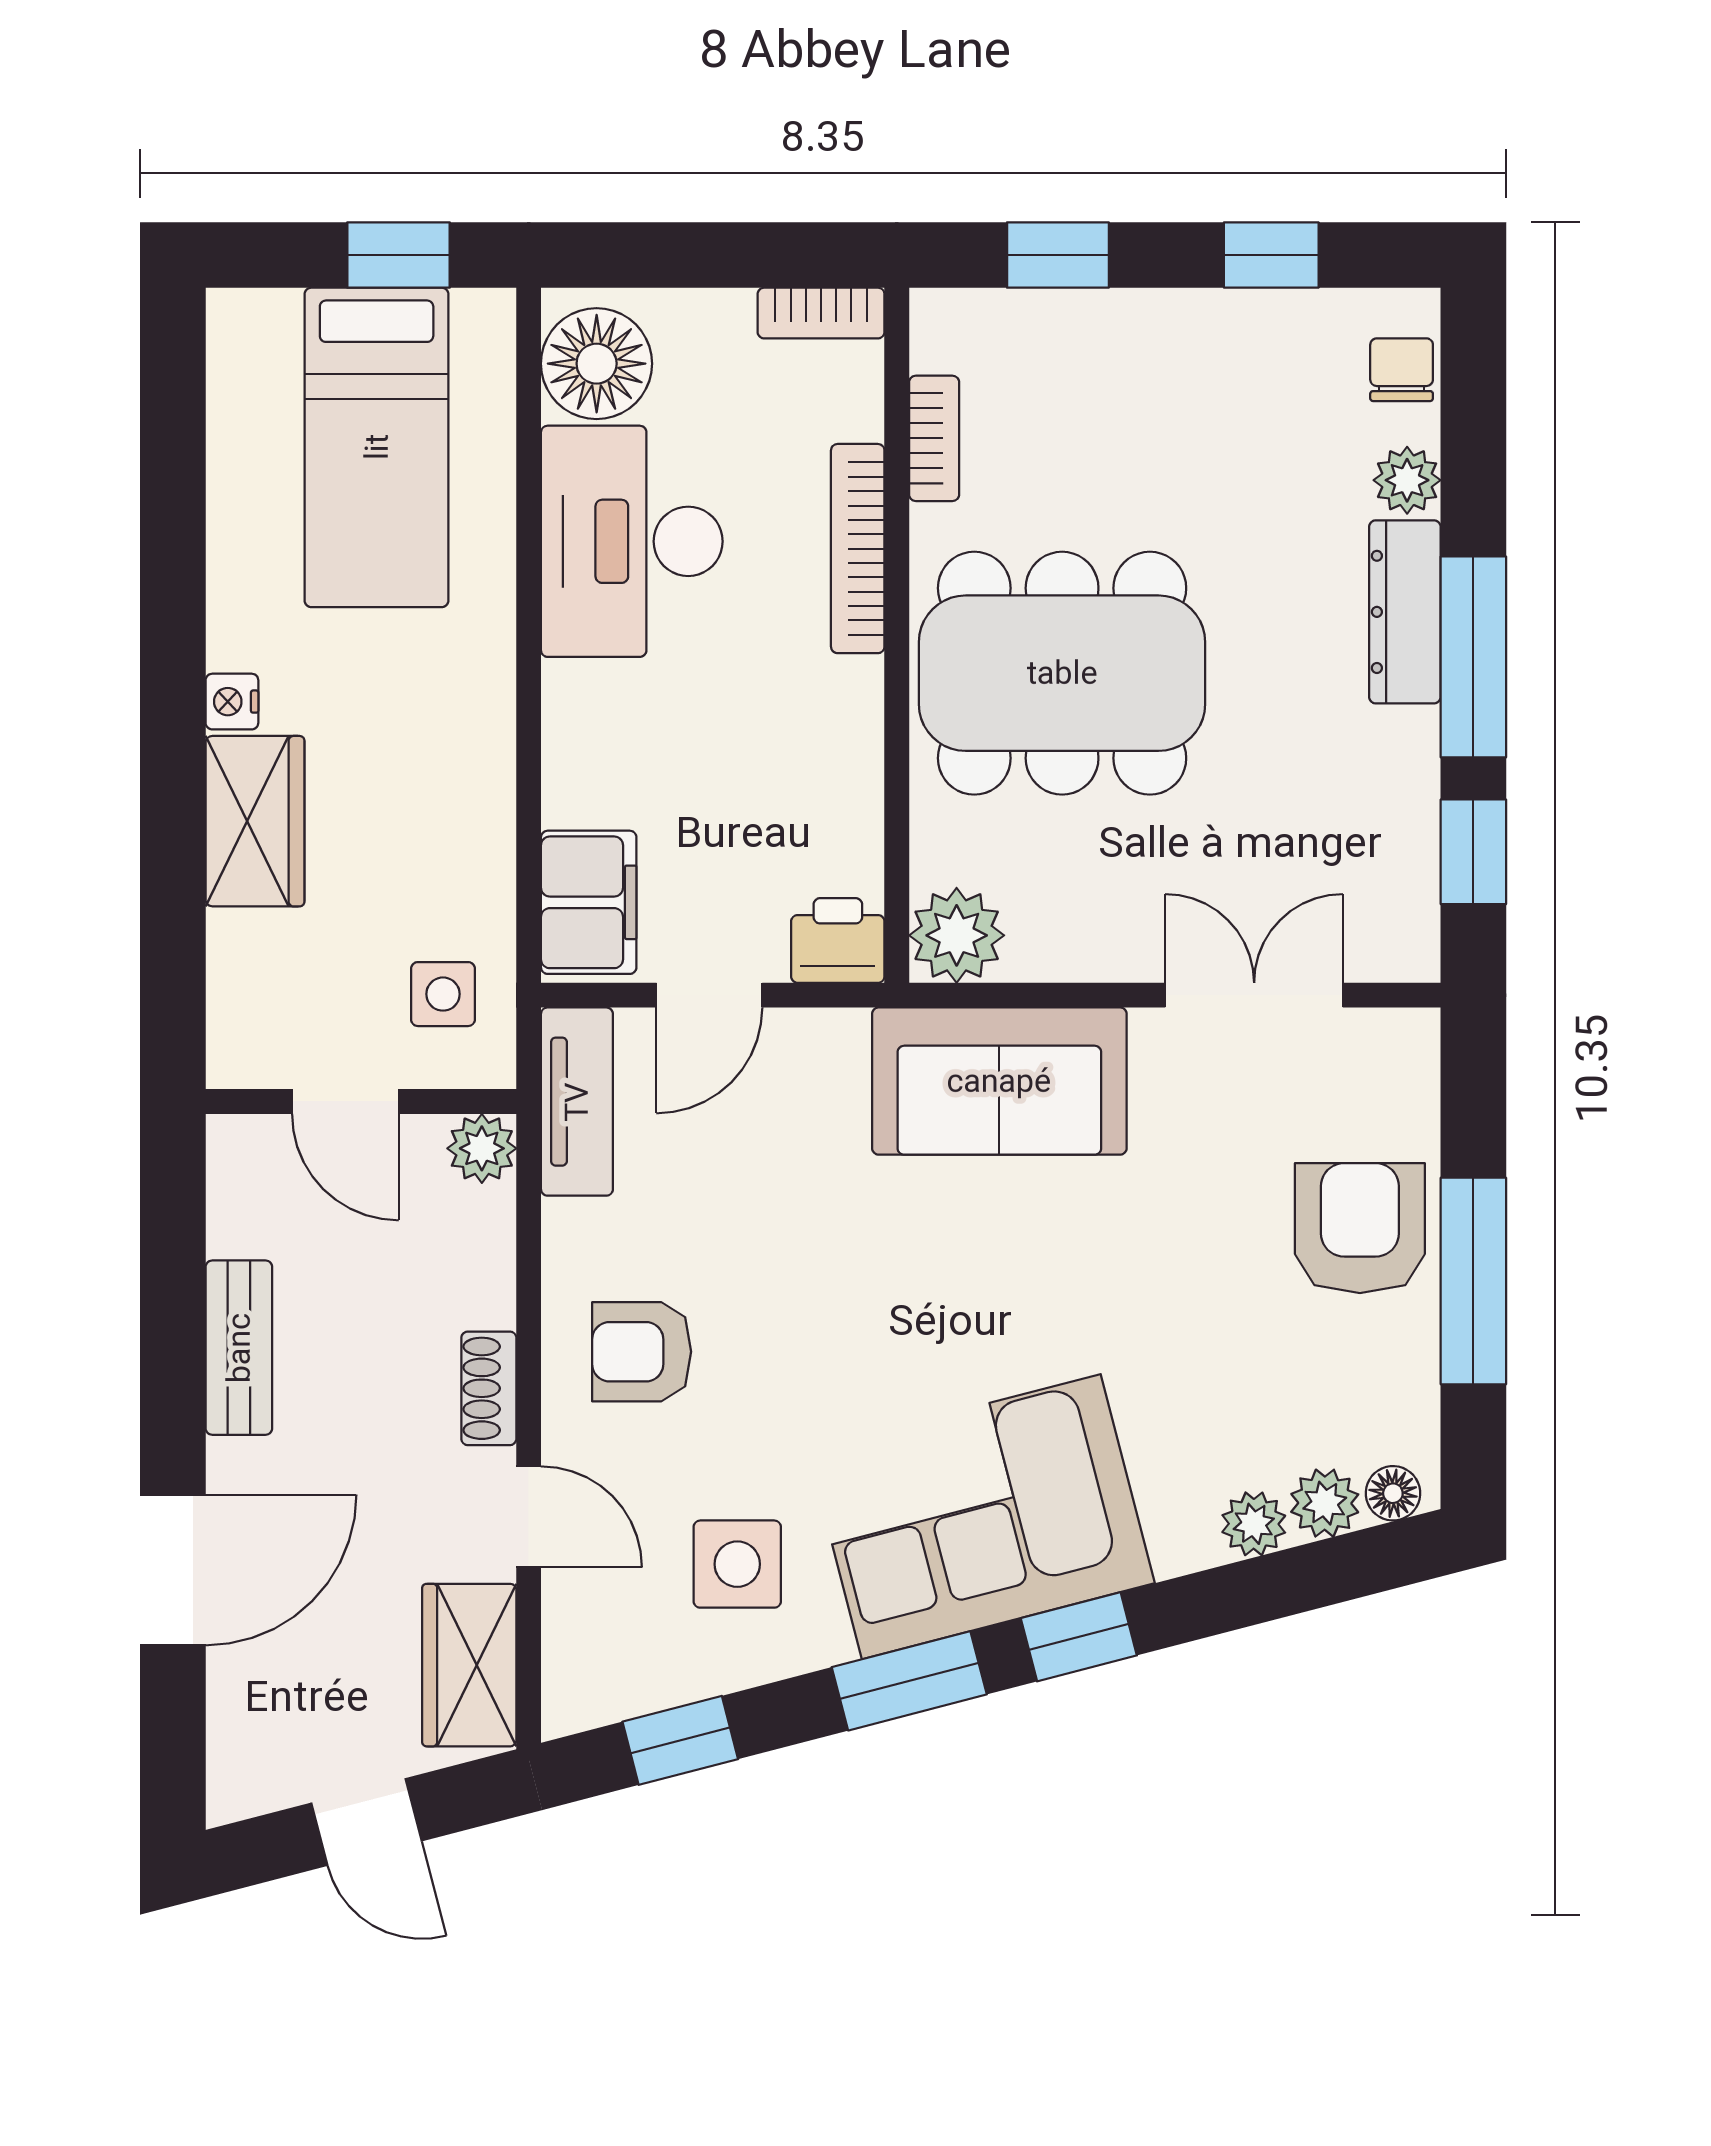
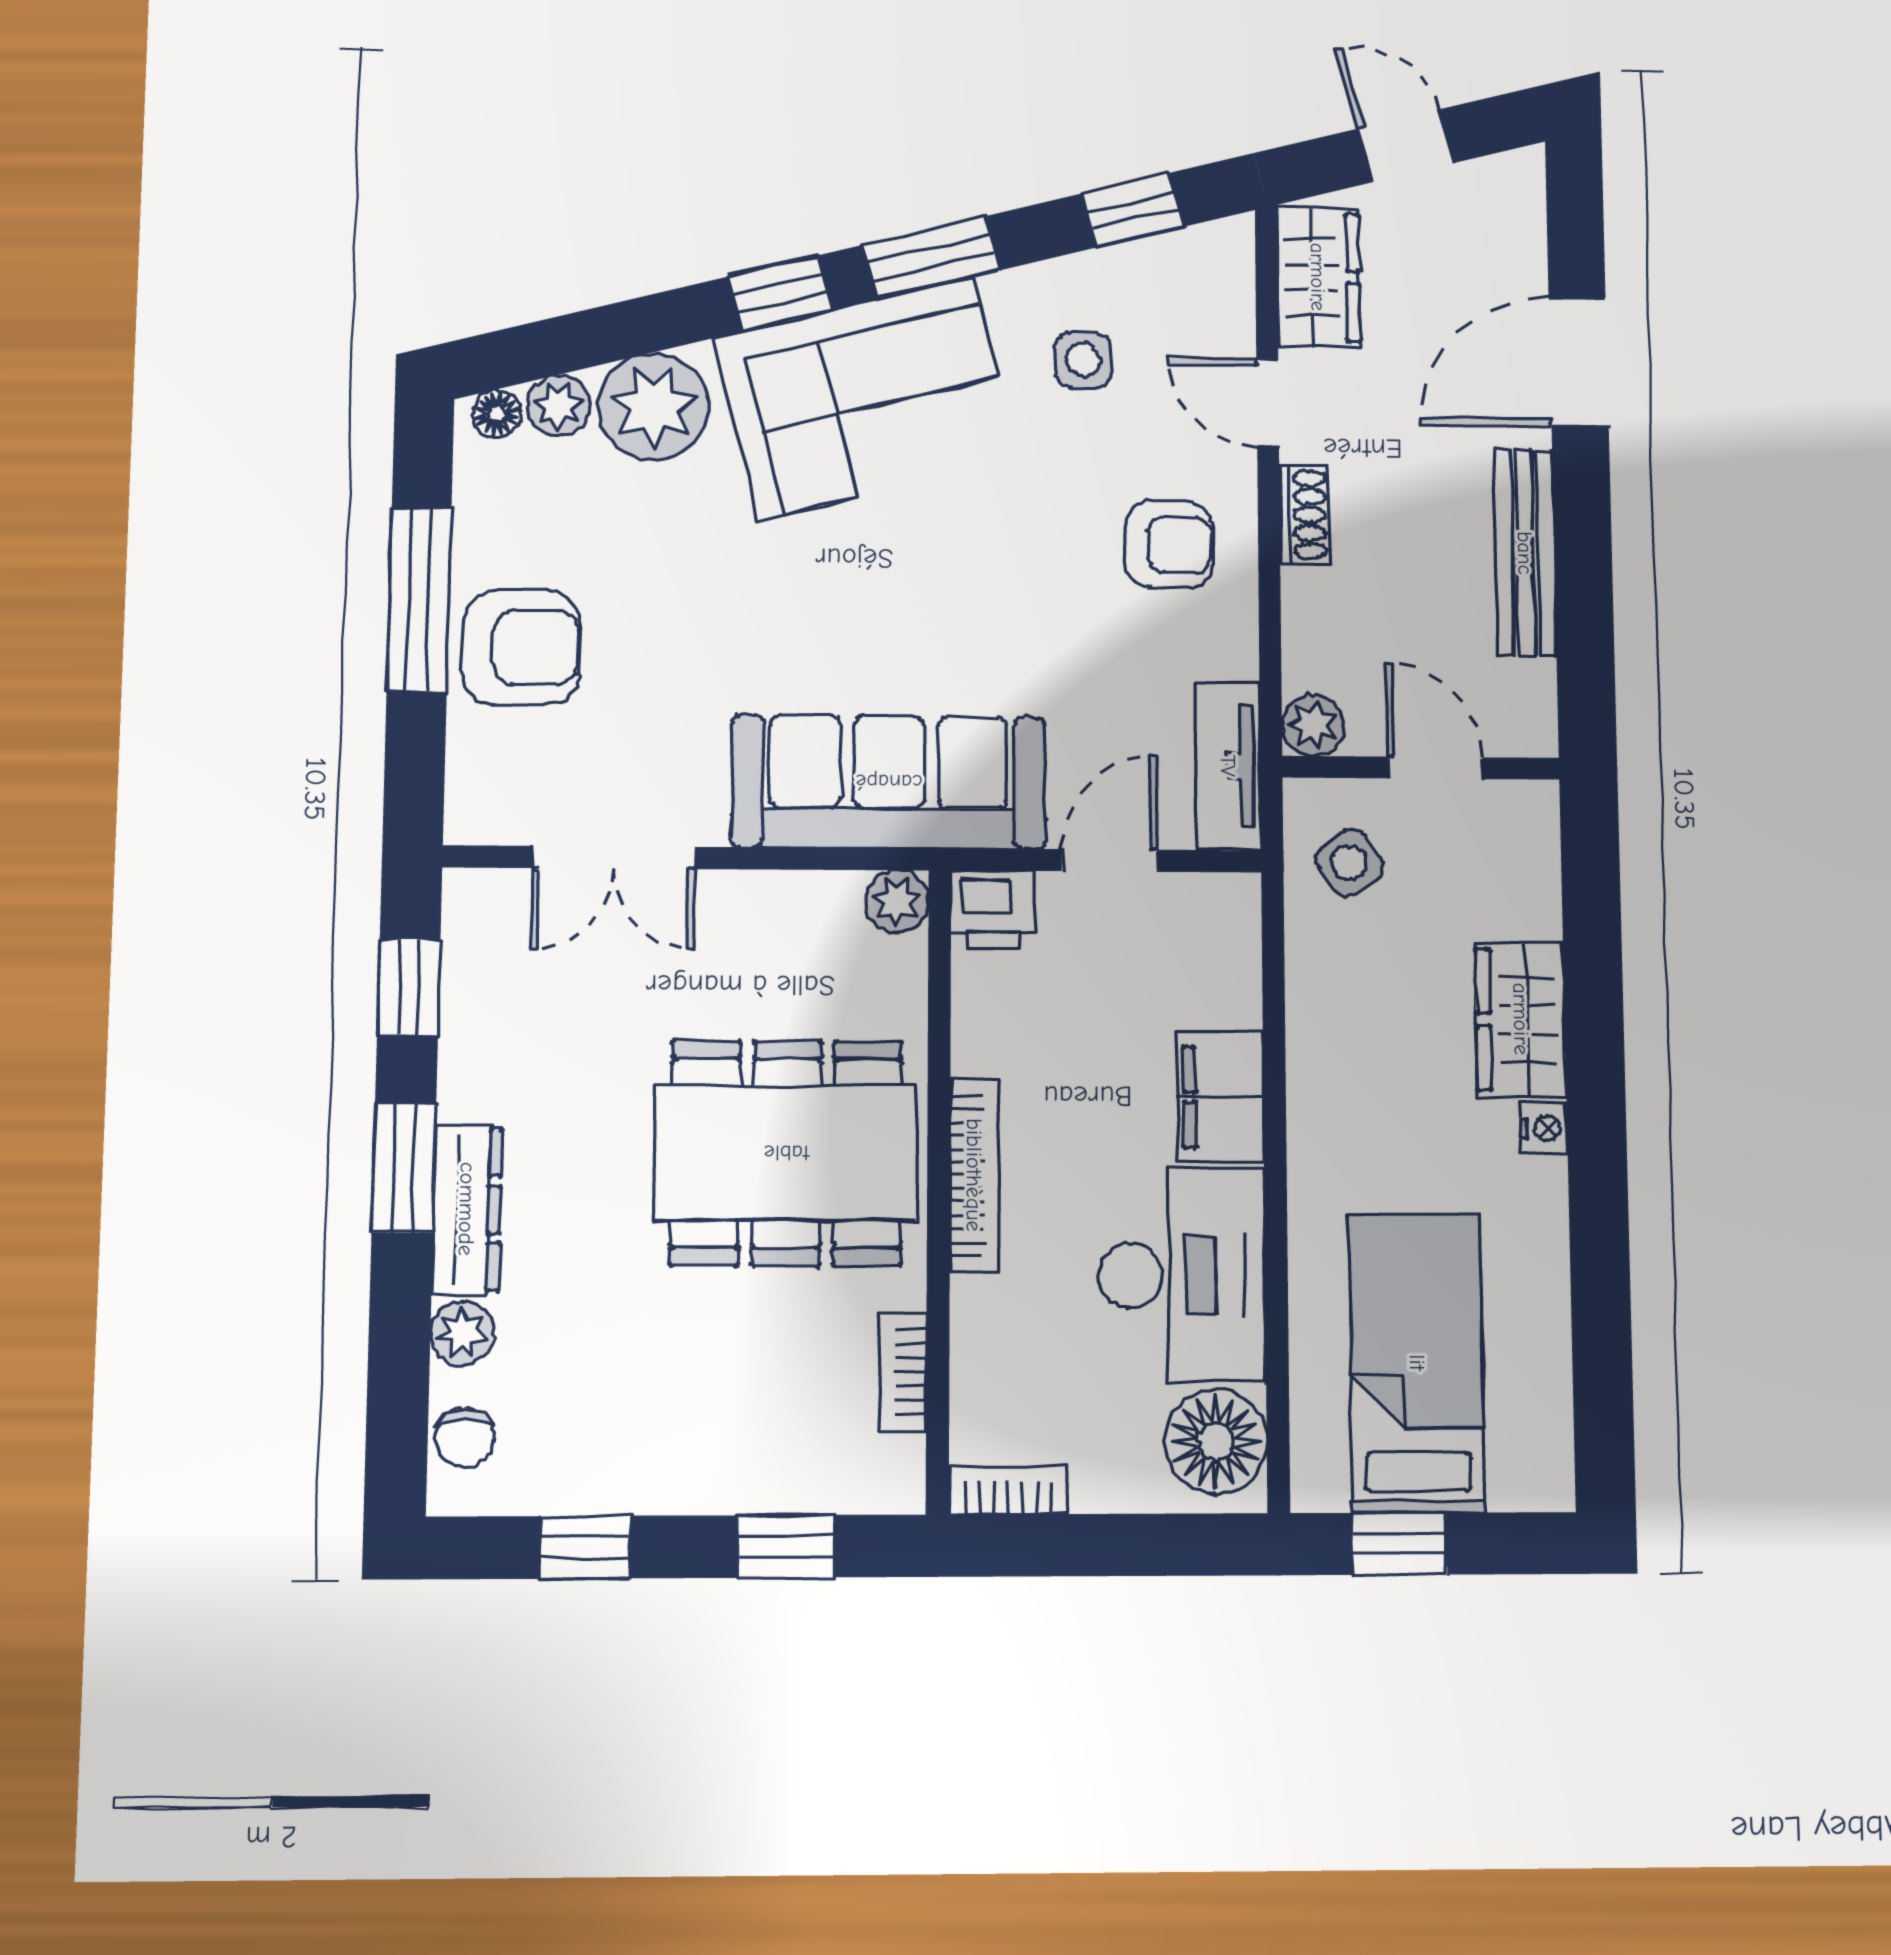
bookcase: (858, 549) -> (974, 1175), moved
window: (1473, 657) -> (404, 1167), width x0.69
filing cabinet: (589, 902) -> (1220, 1097), moved
plant: (957, 935) -> (897, 901), width x0.73, depth x0.73
side table: (443, 994) -> (1349, 863), turned -34
sofa: (999, 1081) -> (889, 782), width x1.36
armchair: (1360, 1228) -> (521, 648), turned -90
bench: (239, 1348) -> (1525, 553), width x1.36
plant: (1254, 1524) -> (654, 407), width x1.88, depth x1.88
side table: (737, 1564) -> (1083, 360), width x0.73, depth x0.73

